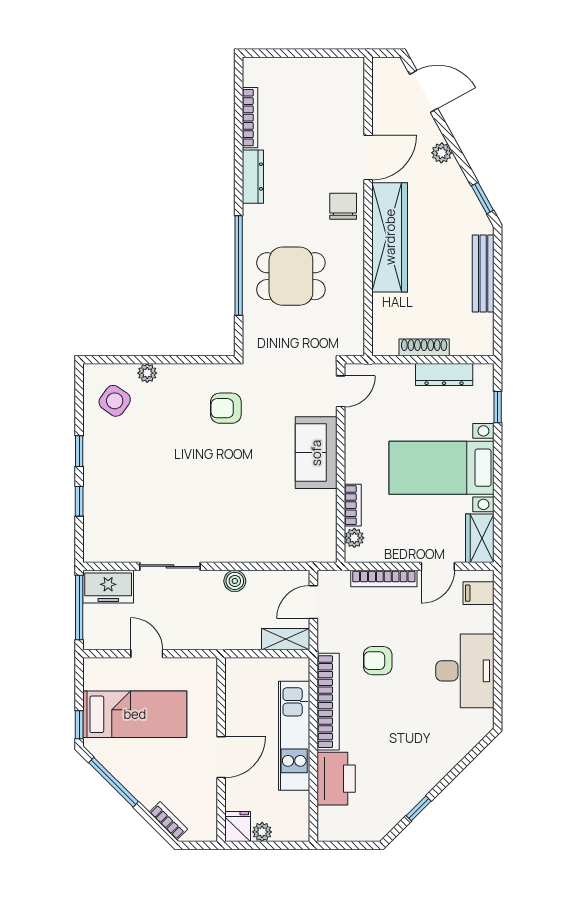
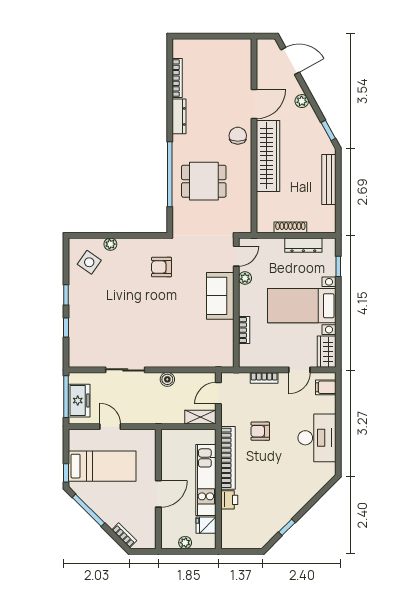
plant: (354, 538) -> (245, 278), moved
bookcase: (384, 579) -> (264, 378), width x0.64
freezer: (108, 587) -> (79, 401), moved, turned -90
printer: (336, 779) -> (229, 500), width x0.53, depth x0.68
fridge: (238, 827) -> (206, 525), moved, turned -90

